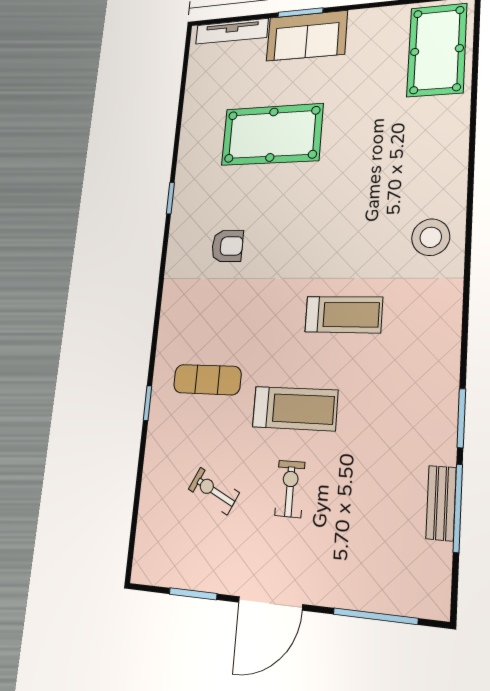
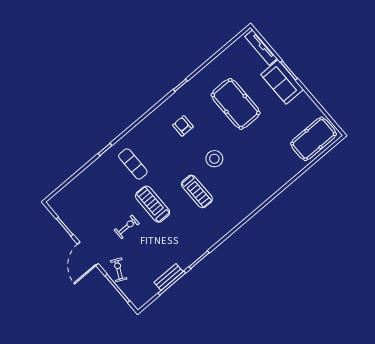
stool: (431, 237) -> (214, 159), moved
armchair: (227, 246) -> (183, 126), turned 180
treadmill: (295, 409) -> (153, 204), turned 180
exercise bike: (214, 491) -> (119, 270), moved
door: (270, 603) -> (88, 254), hinge flipped

